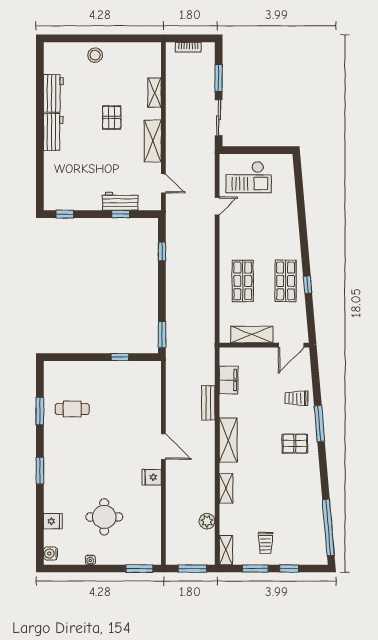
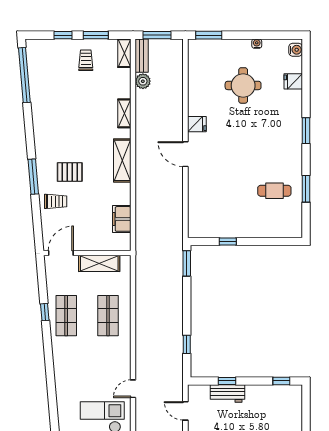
bench: (208, 403) -> (142, 56), moved
pallet: (295, 444) -> (70, 172), moved

